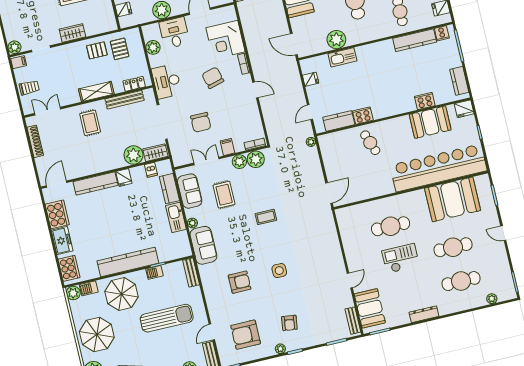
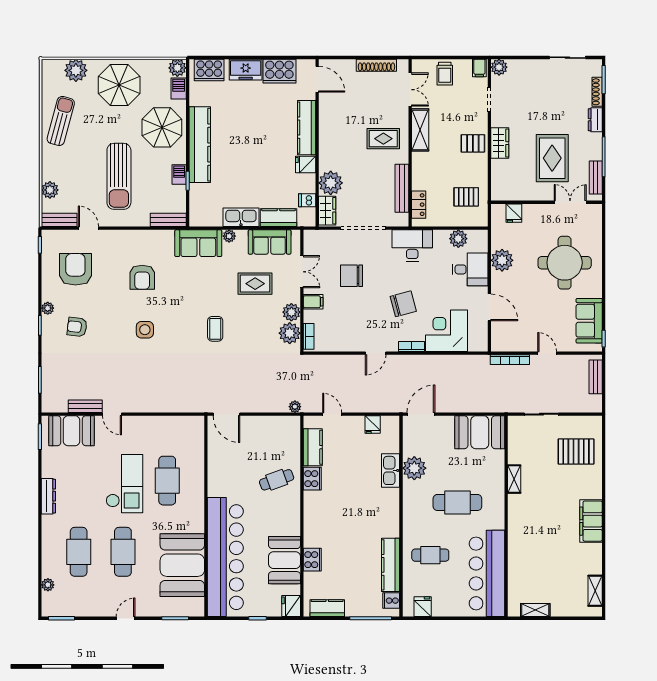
pallet: (97, 50) -> (473, 143), moved, turned 90
shelving: (96, 92) -> (420, 130), moved
checkout: (401, 258) -> (124, 484), width x1.36, depth x1.21
bench: (353, 321) -> (85, 406), moved

